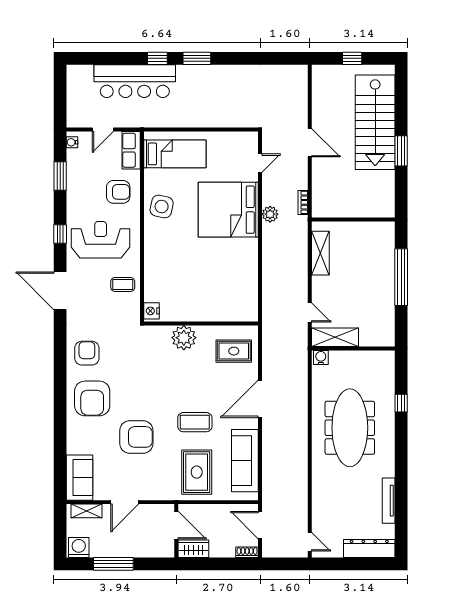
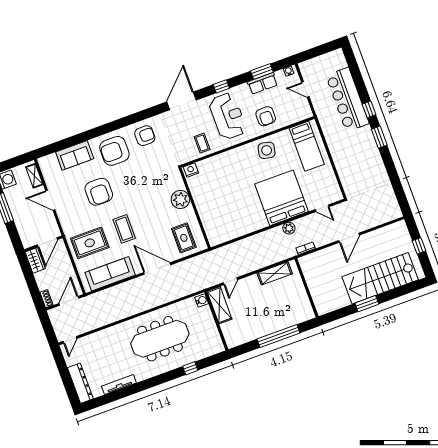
row of seats: (131, 150) -> (262, 83), moved, turned 180
sofa: (79, 478) -> (75, 155), moved

